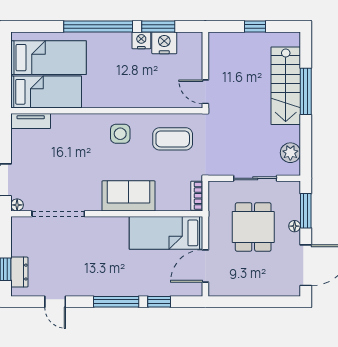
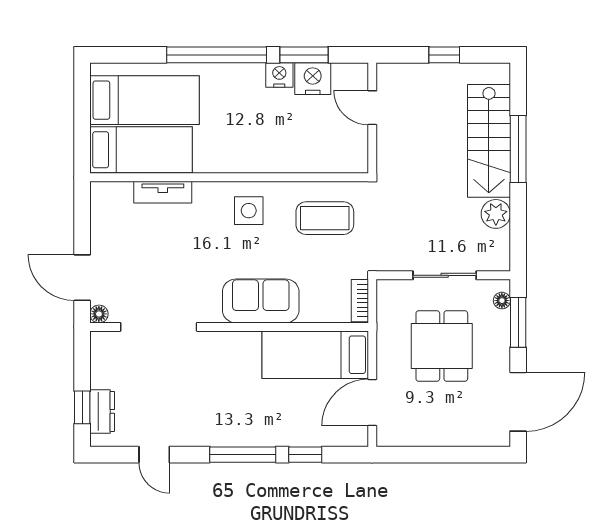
door: (205, 92) -> (372, 108), moved
tv unit: (31, 121) -> (163, 192), moved
plant: (290, 153) -> (496, 214), moved
floor lamp: (295, 226) -> (502, 301), moved

